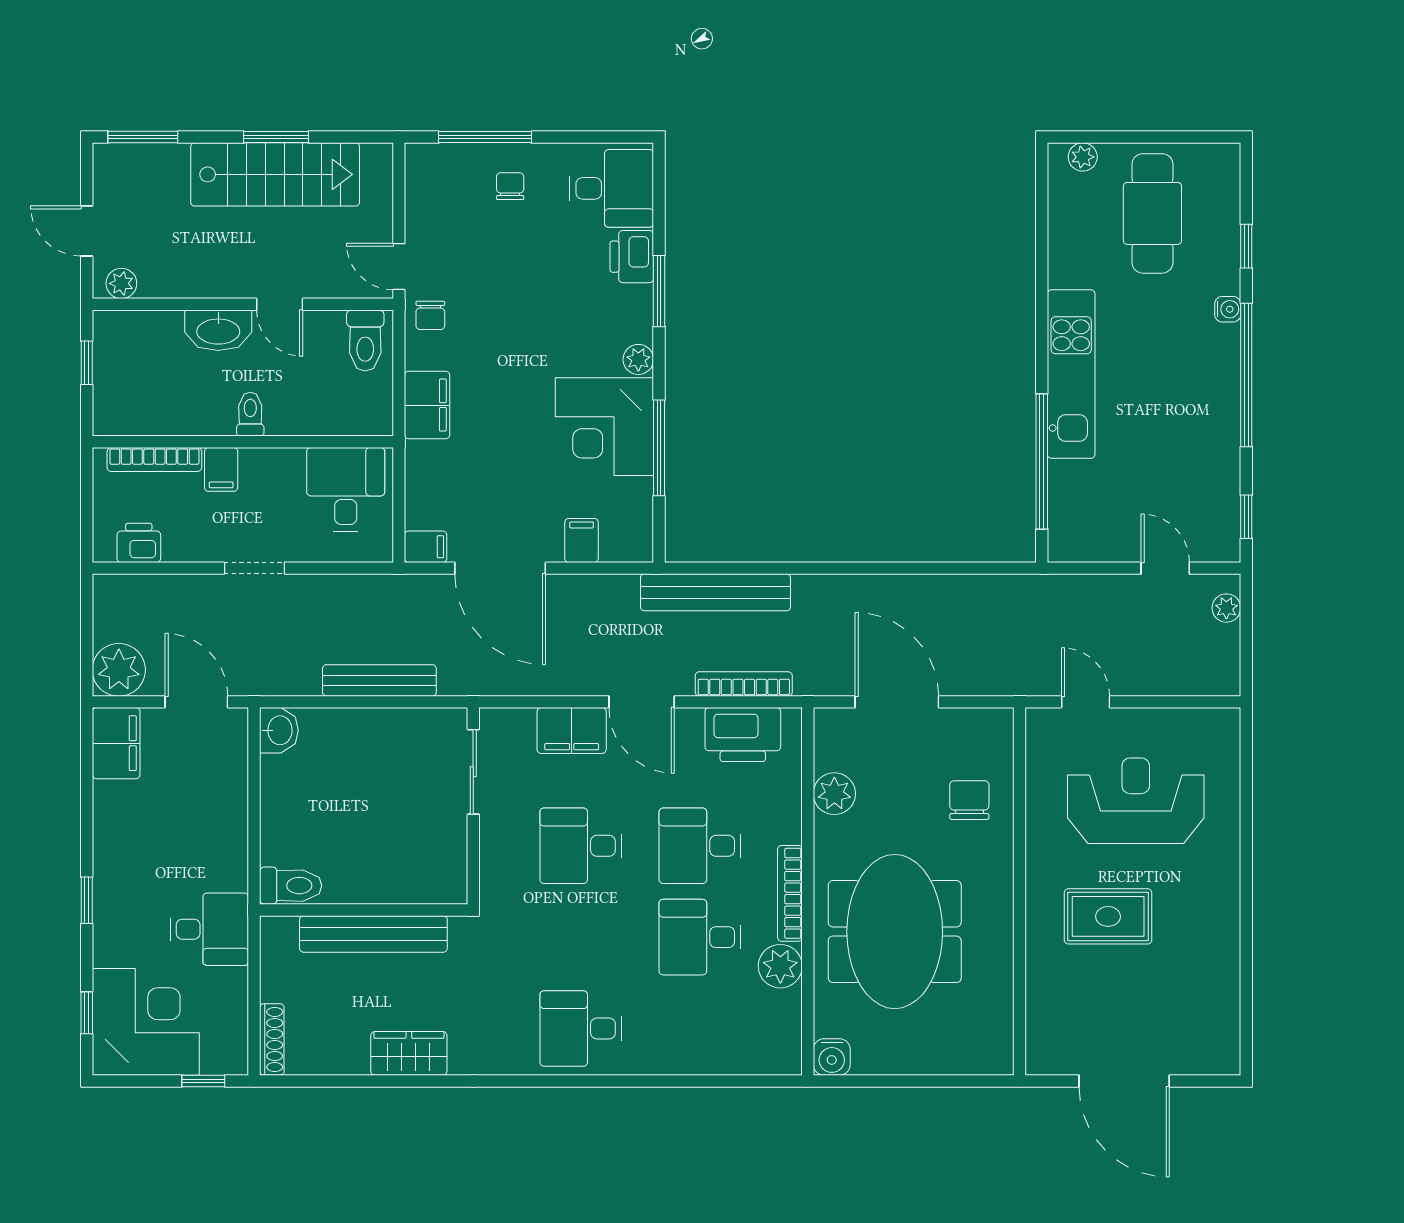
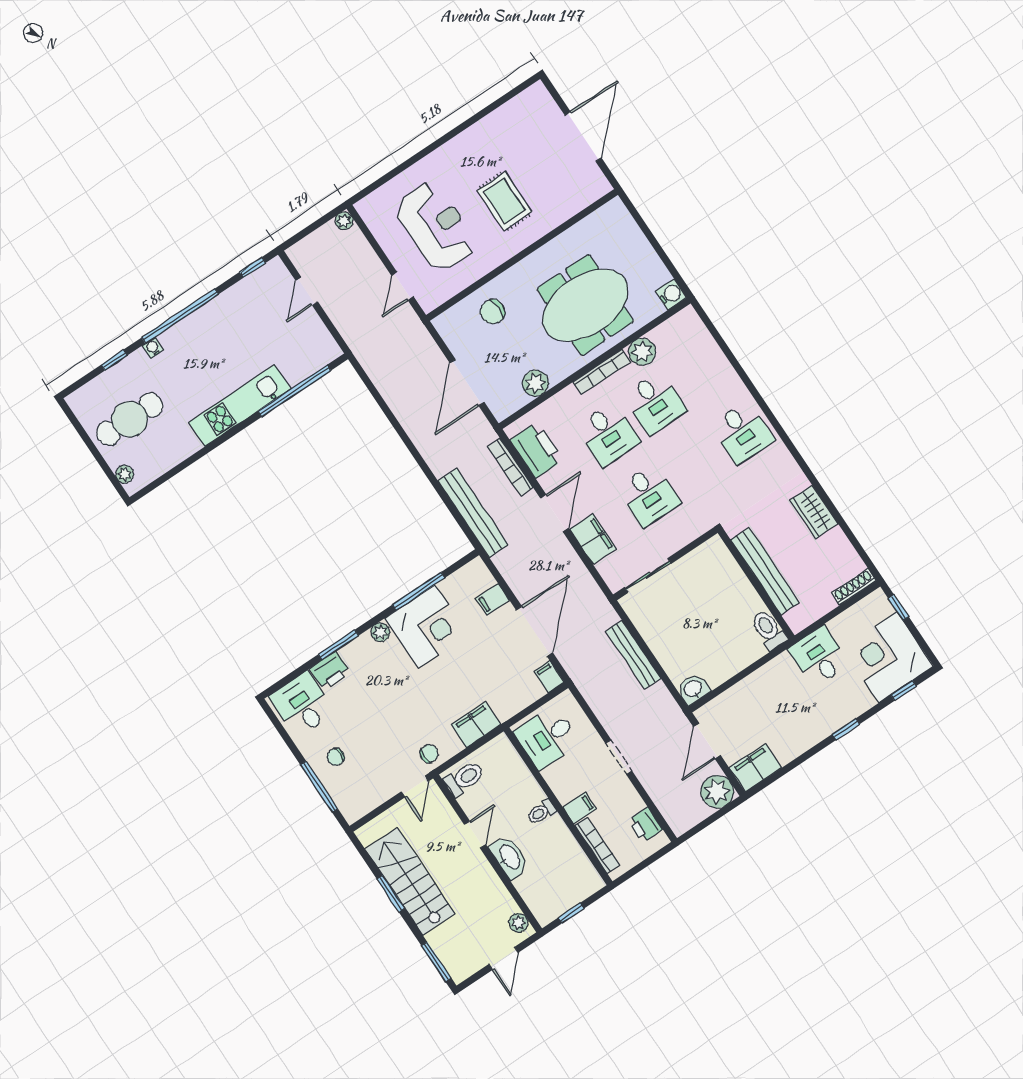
plant: (1226, 608) -> (344, 221), moved
reception desk: (1136, 801) -> (436, 227), turned 180

